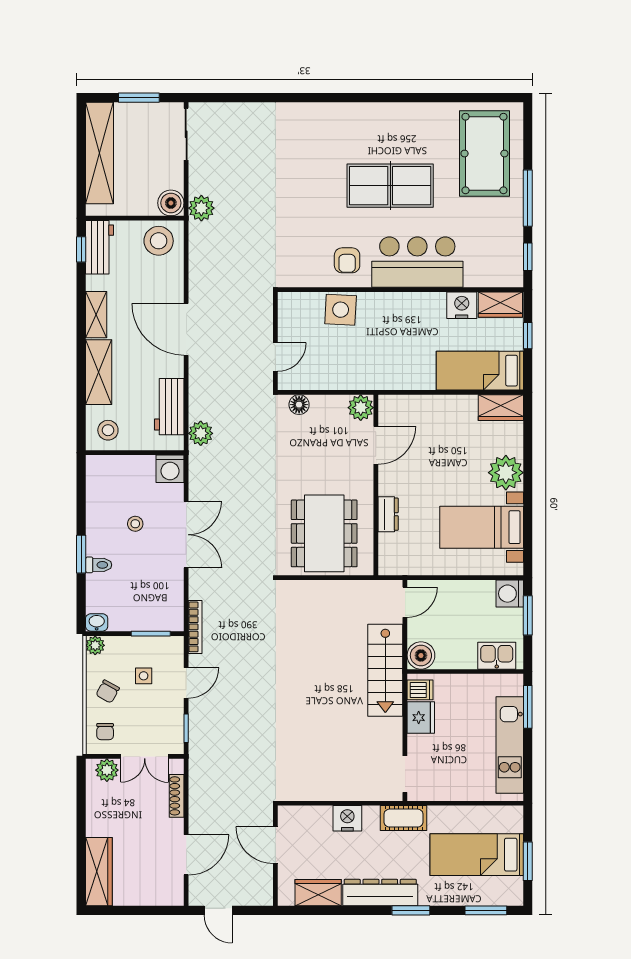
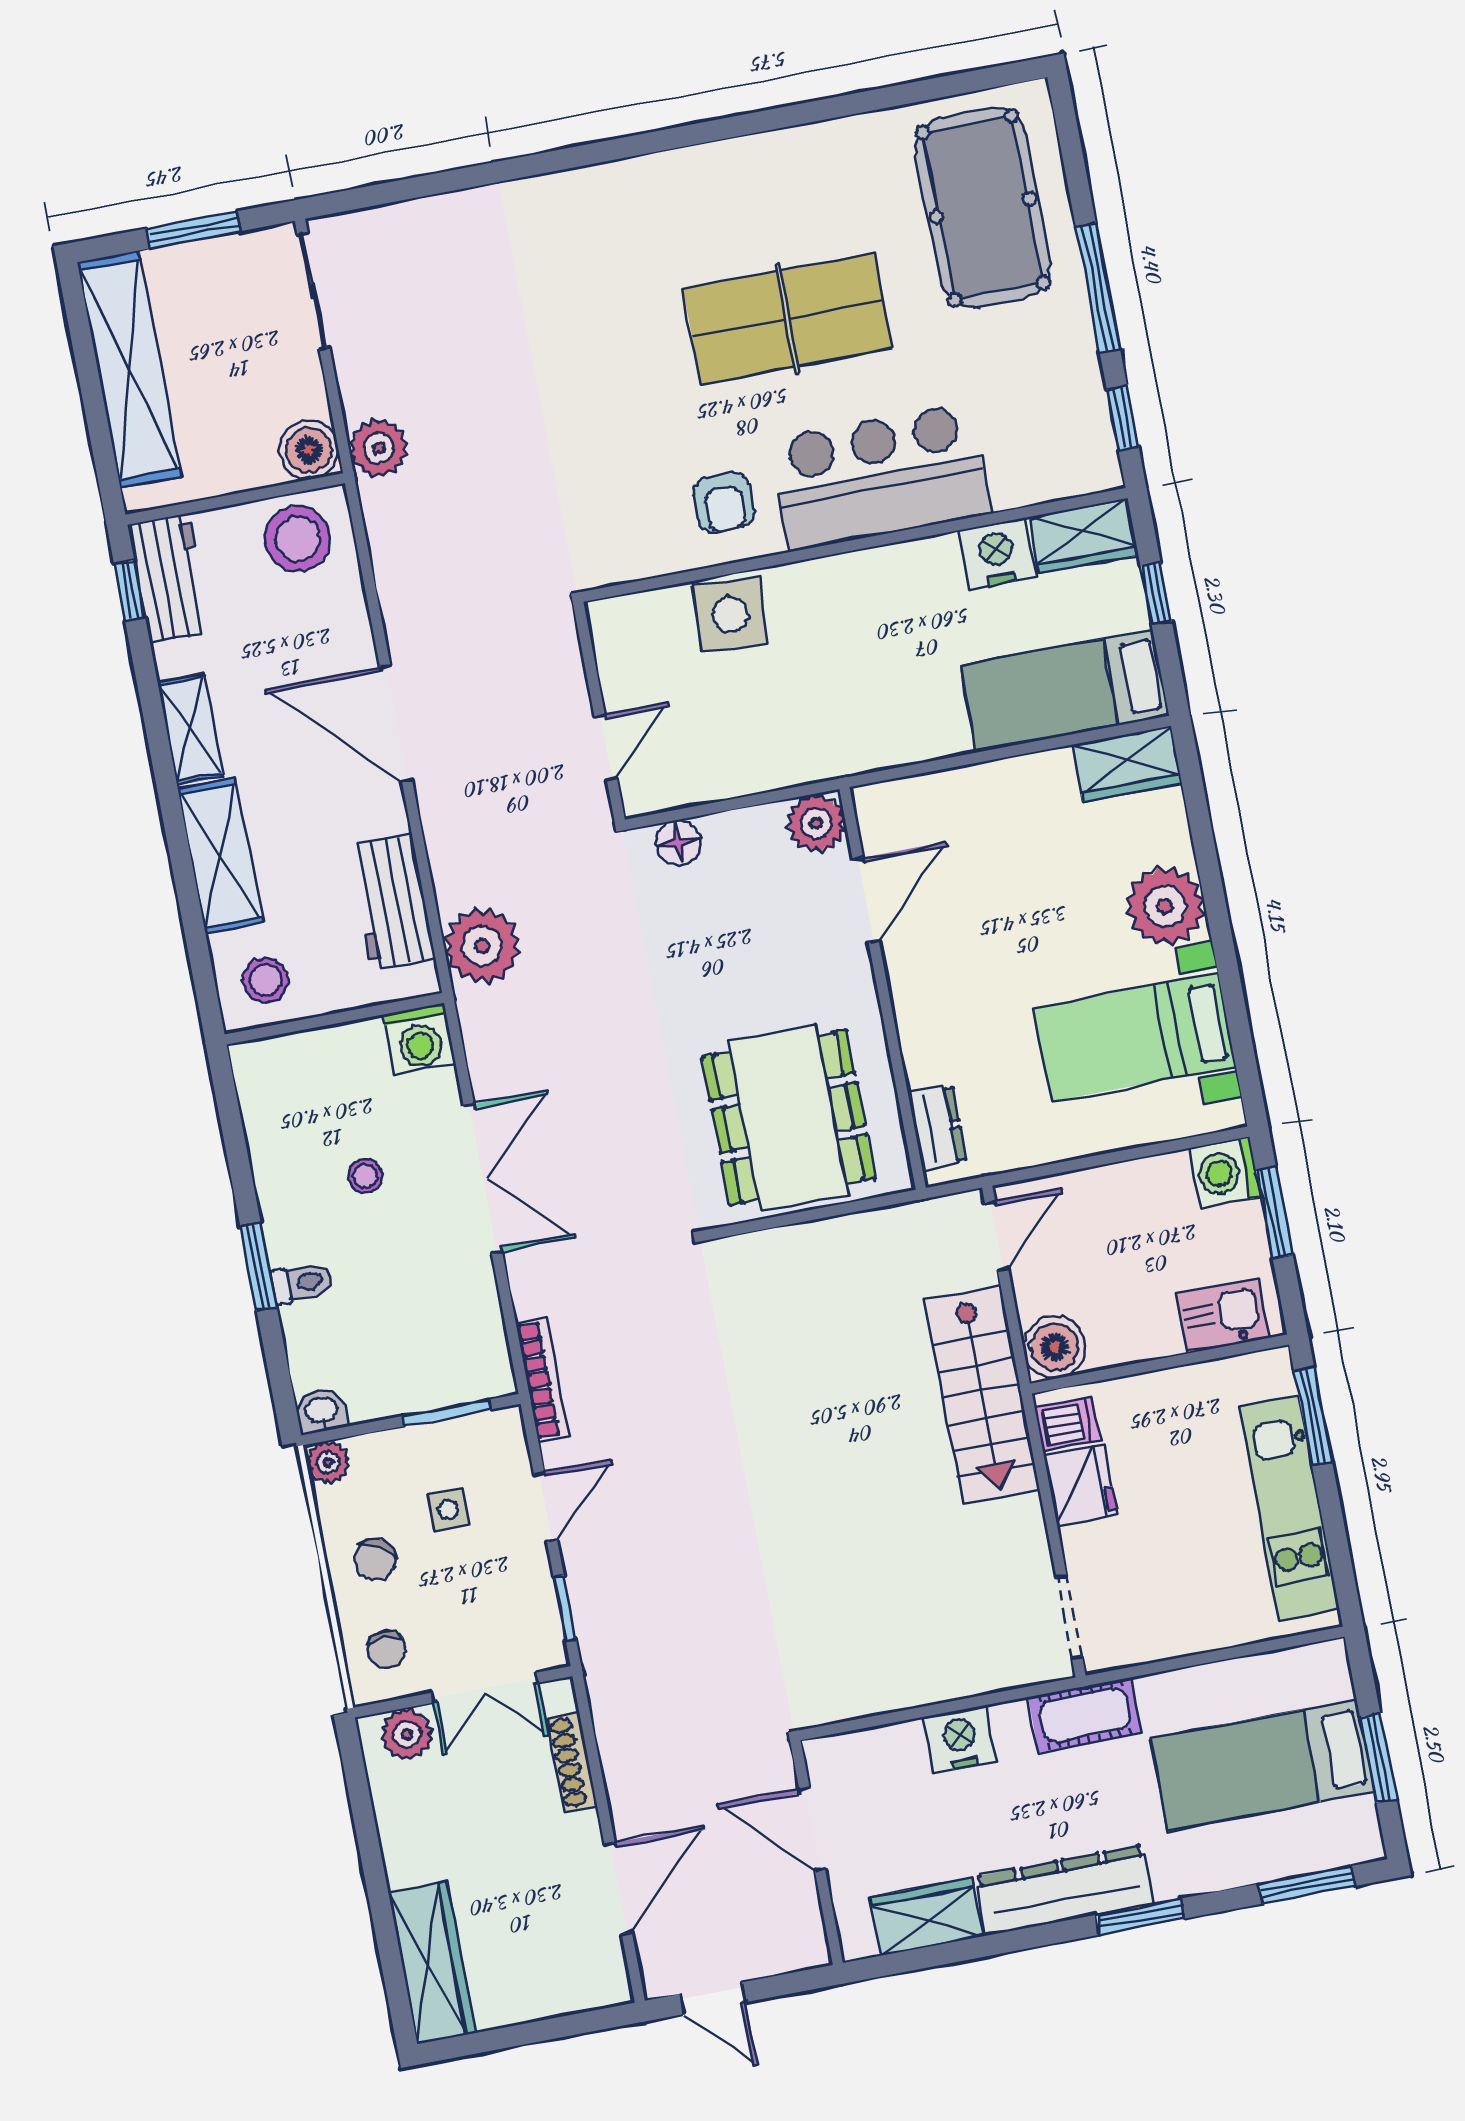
plant: (201, 433) -> (482, 946), width x1.36, depth x1.36
dresser: (388, 514) -> (937, 1127), moved

